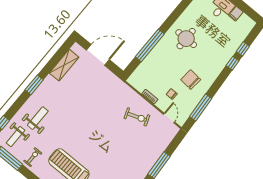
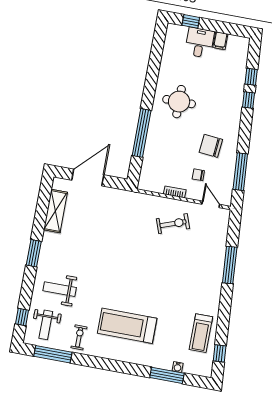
weight bench: (38, 118) -> (60, 289), turned -90

